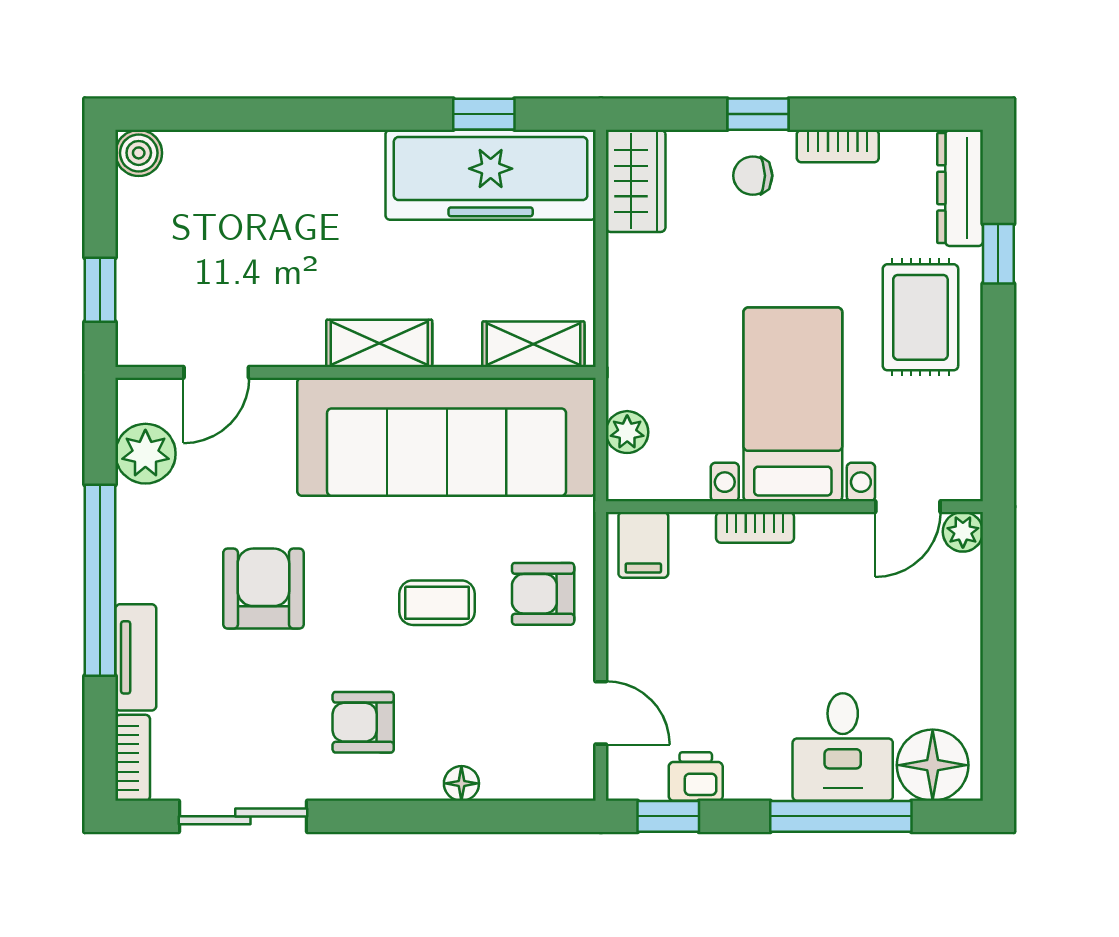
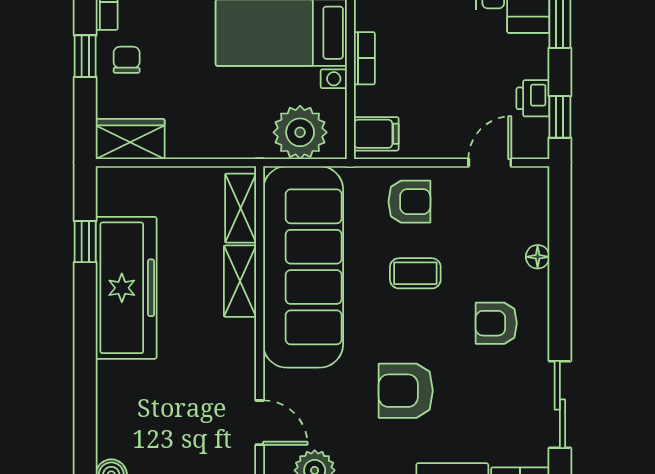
freezer: (491, 175) -> (126, 288), moved
chair: (753, 176) -> (127, 60), turned 180
shelving: (379, 343) -> (240, 281), moved
plant: (627, 432) -> (300, 132), width x1.88, depth x1.88
armchair: (543, 594) -> (409, 202), turned -90
coffee table: (437, 603) -> (415, 273), turned 90
armchair: (363, 722) -> (496, 323), turned 90

